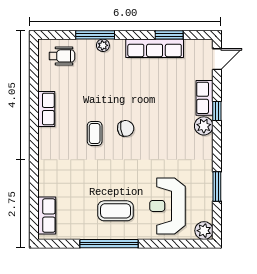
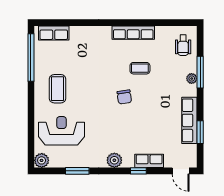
row of seats: (46, 109) -> (133, 33), width x1.48
plant: (204, 126) -> (114, 160), moved
coffee table: (95, 134) -> (140, 68), moved
window: (109, 244) -> (31, 57), moved

